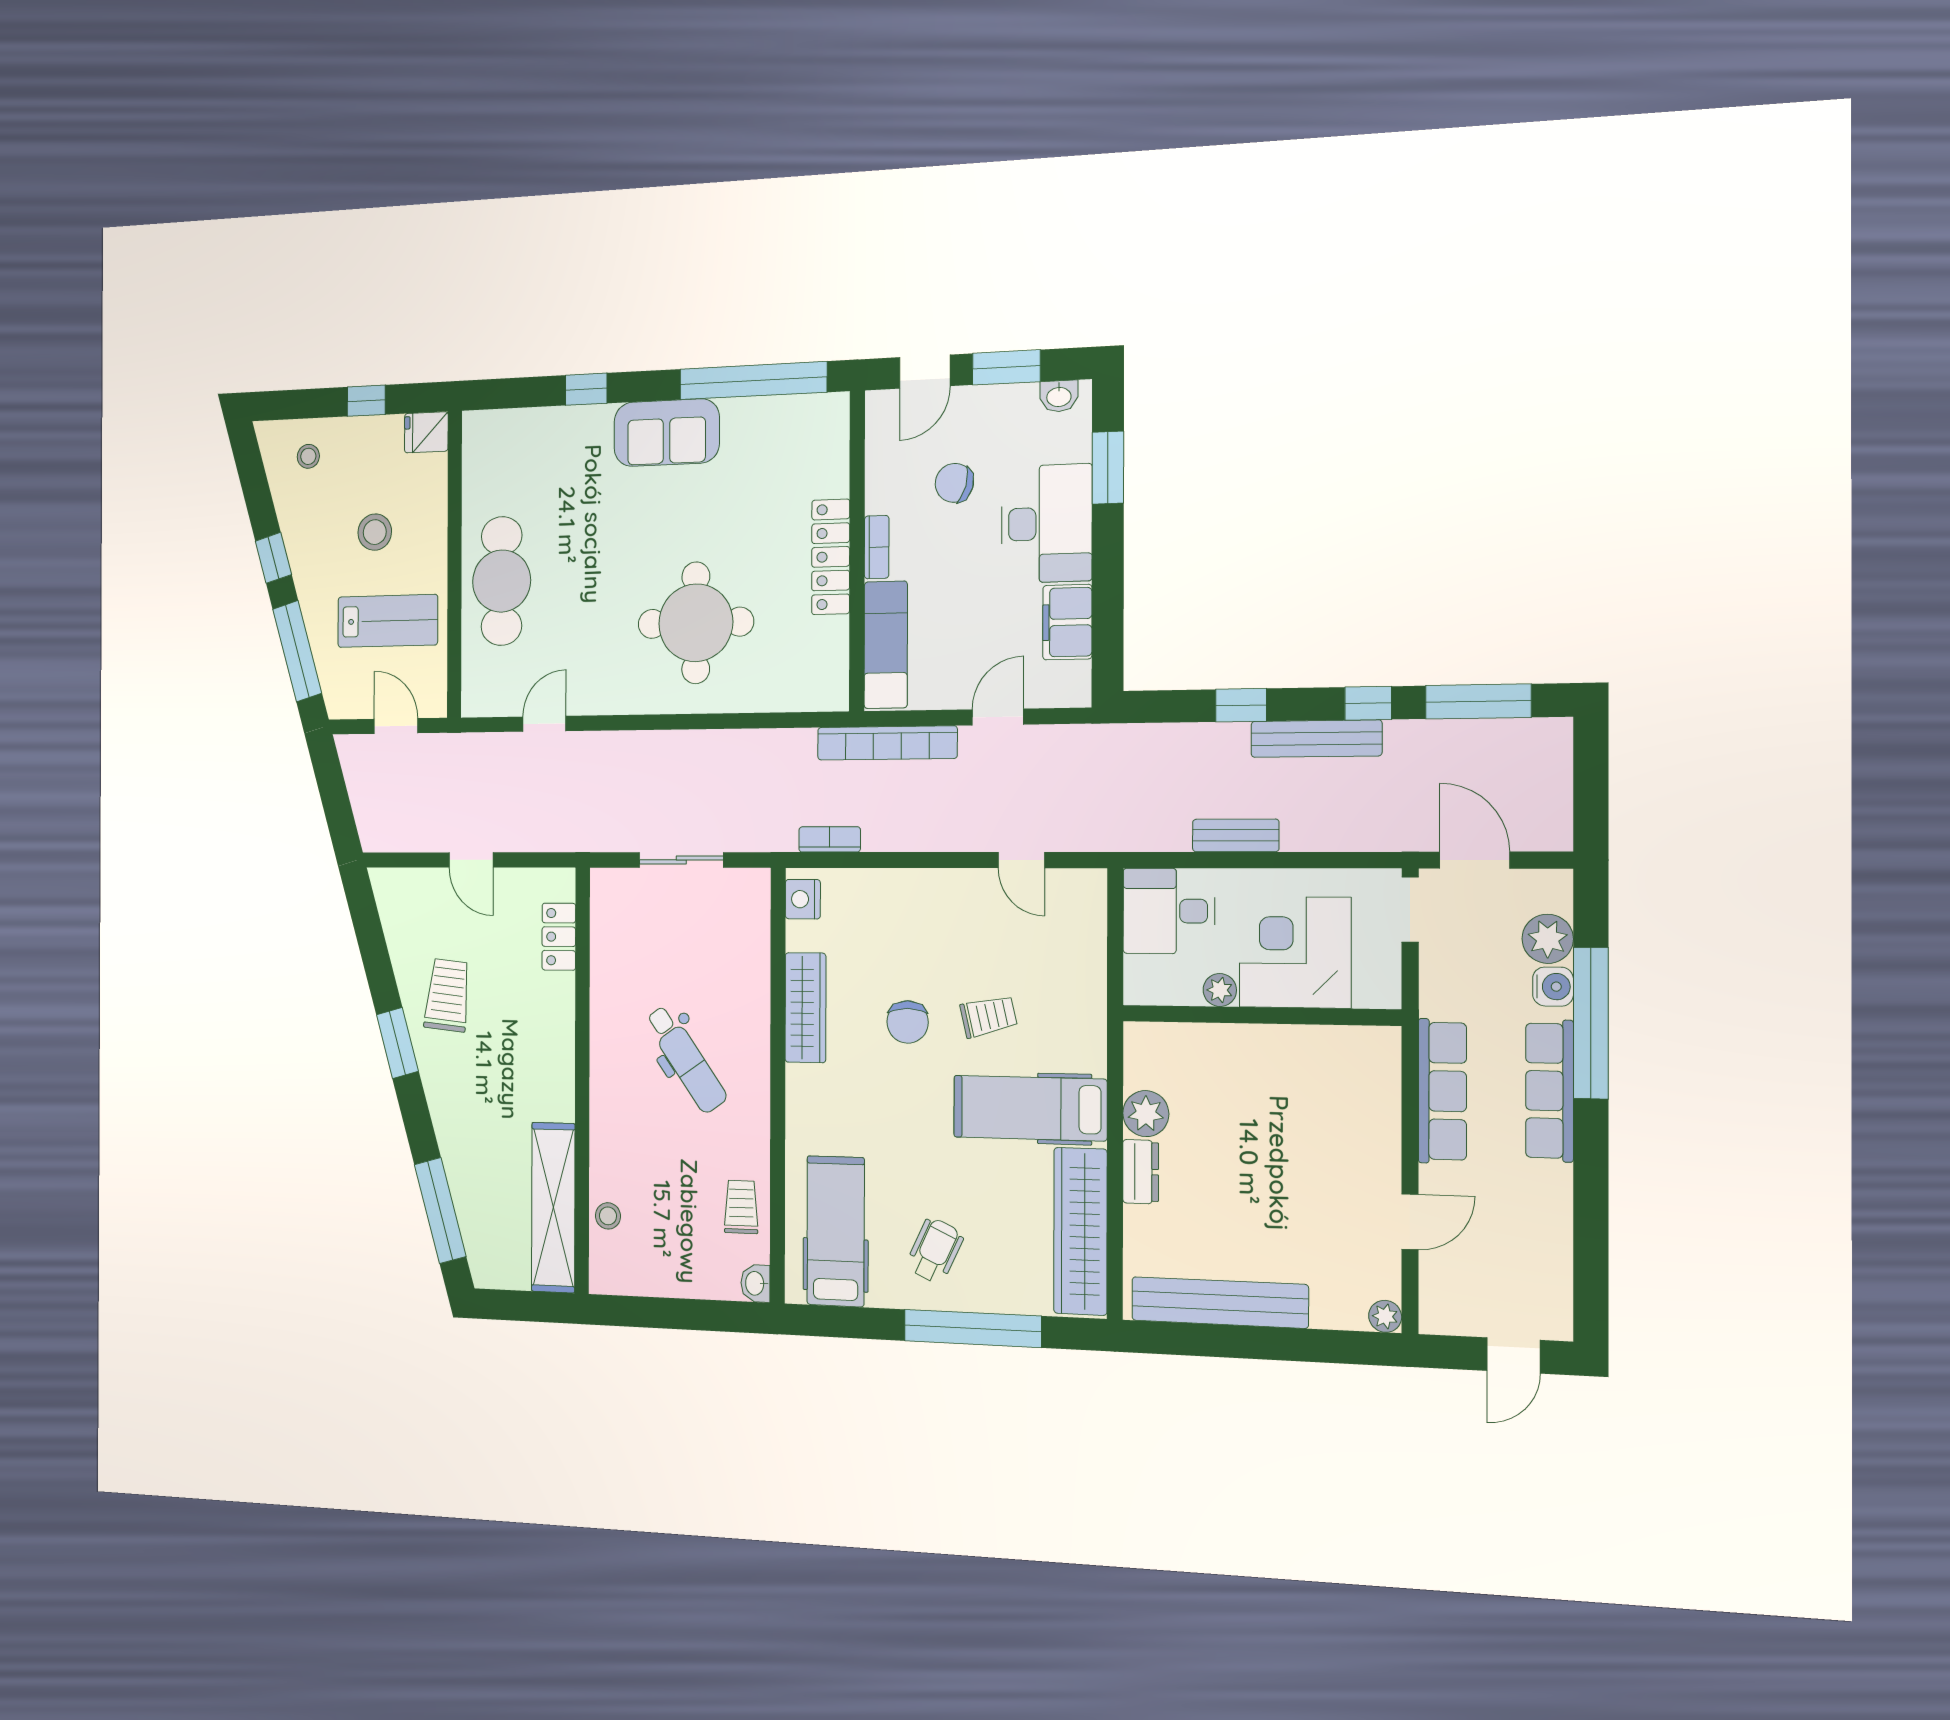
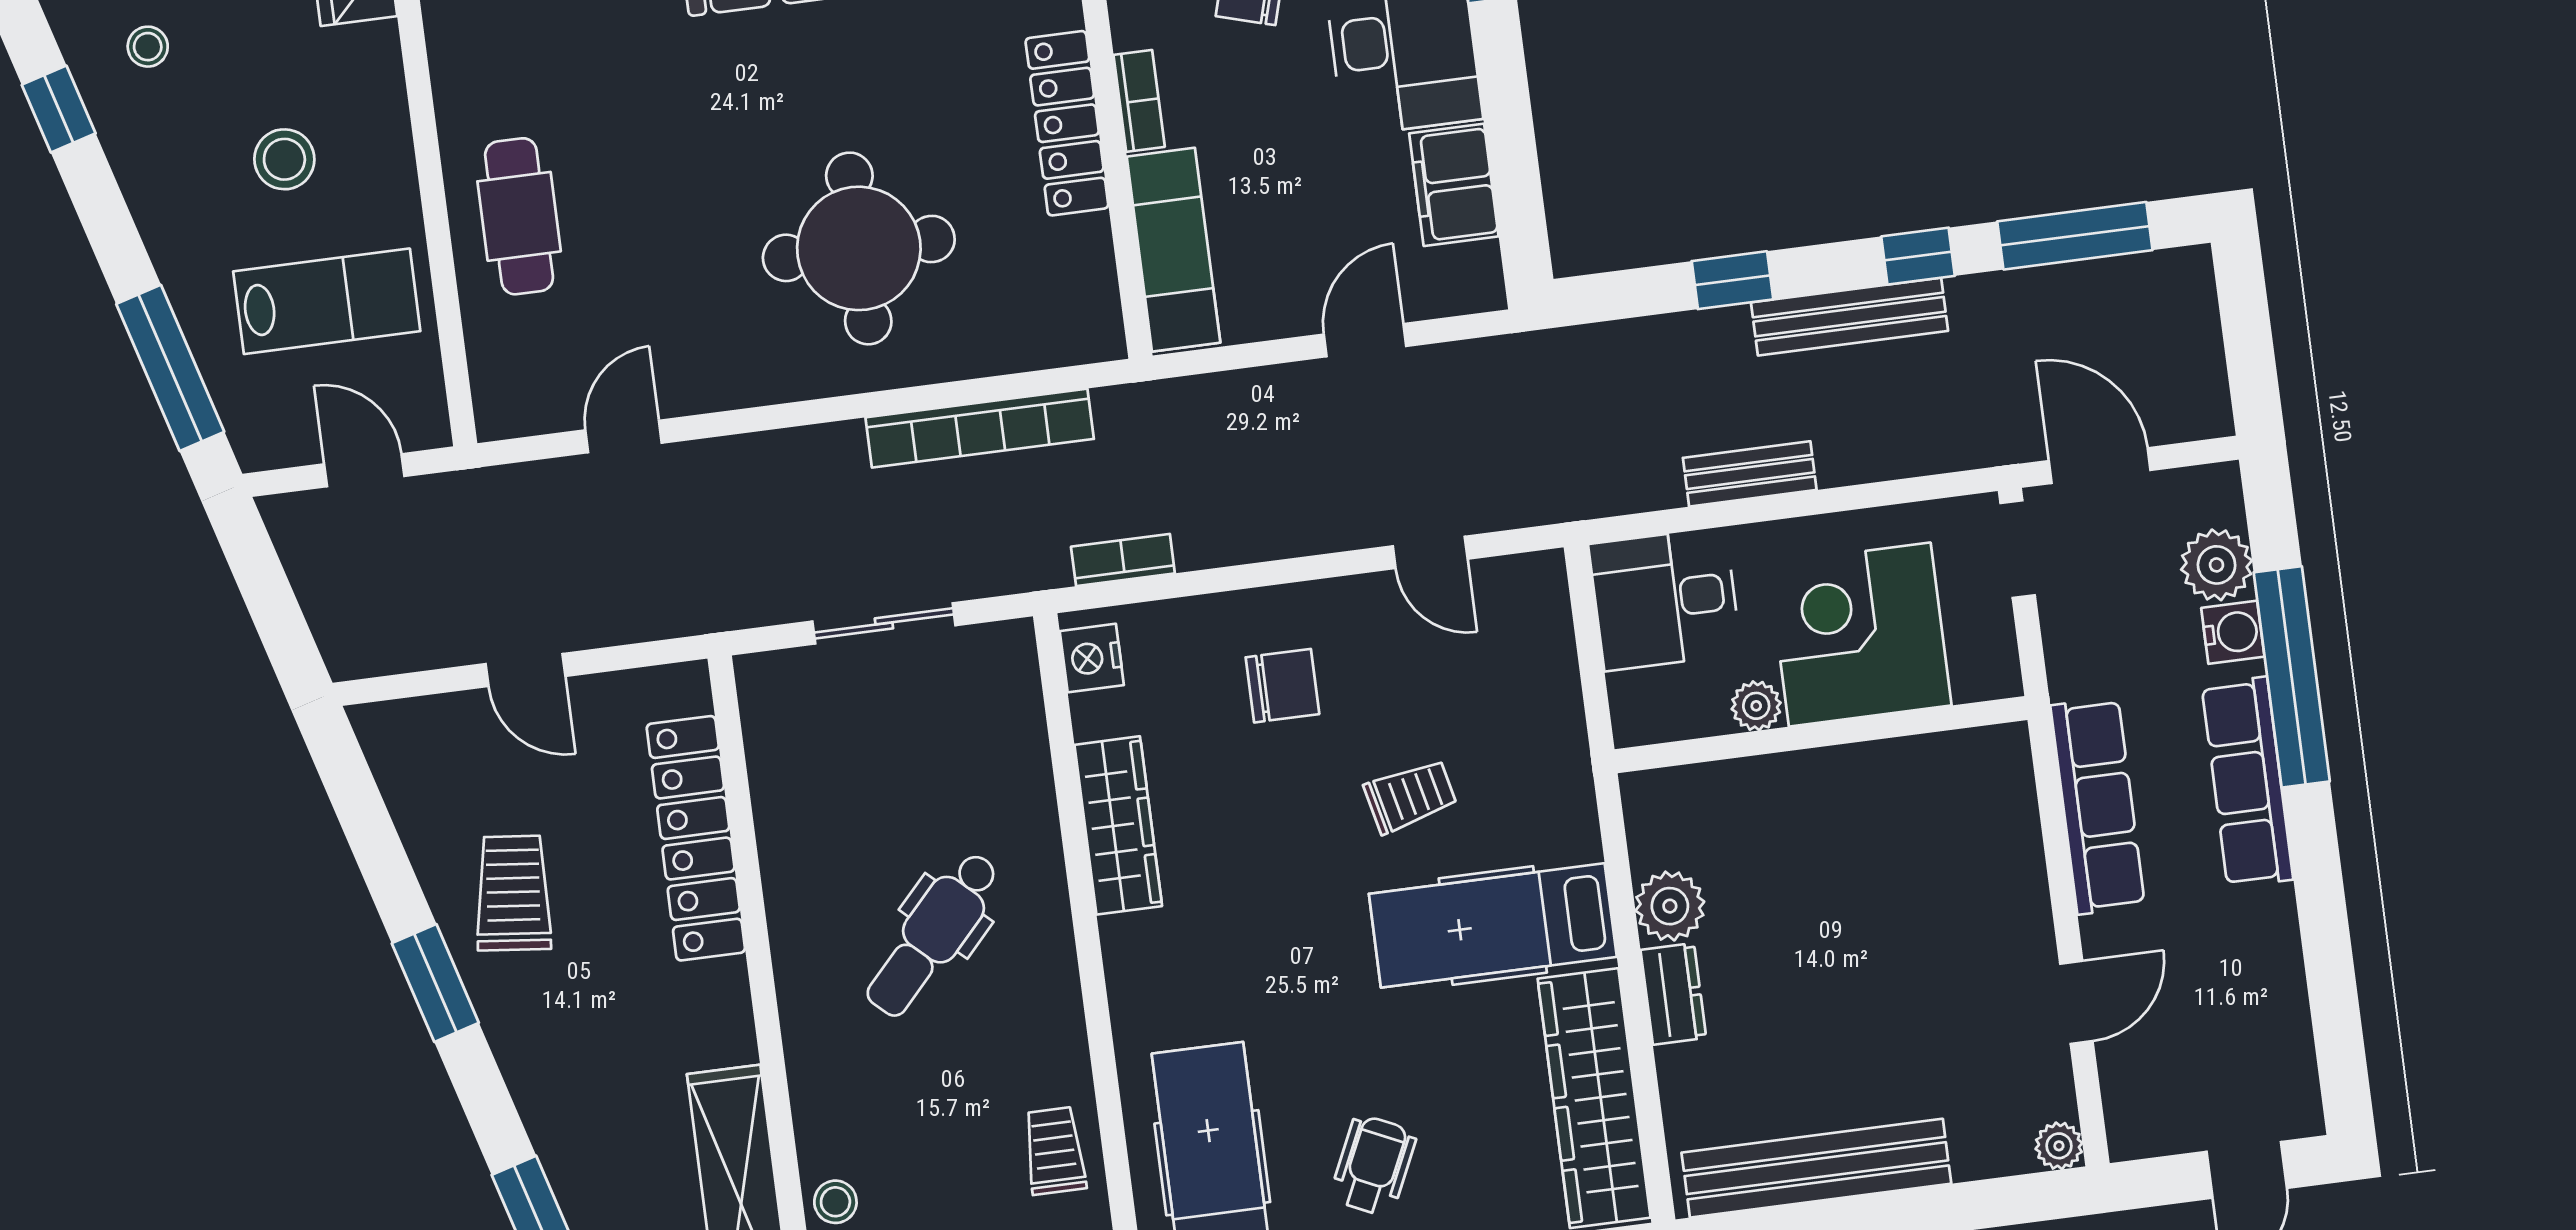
window: (273, 558) -> (59, 109), moved
cafe table: (502, 581) -> (519, 216), width x0.73, depth x0.74
bookcase: (887, 743) -> (980, 428), moved
locker: (559, 937) -> (696, 838), width x2.16, depth x1.21
chair: (908, 1022) -> (1282, 686), moved, turned -90
dental chair: (686, 1059) -> (933, 934), turned 78

